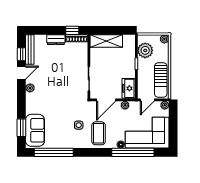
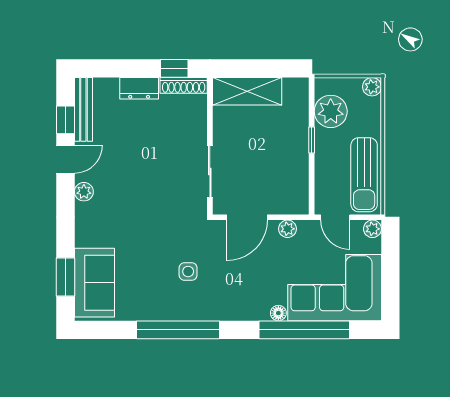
freezer: (129, 88) -> (295, 193), removed
door: (147, 100) -> (335, 217), hinge flipped
coffee table: (99, 133) -> (231, 289), removed
window: (54, 152) -> (178, 330), moved

